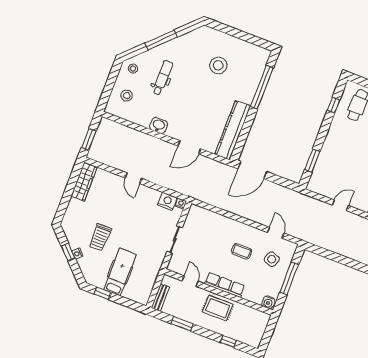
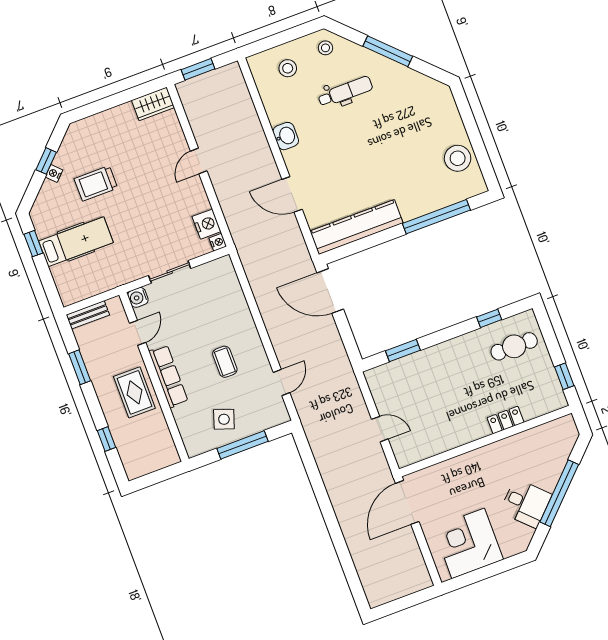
stool: (218, 65) -> (458, 158), moved
wardrobe: (84, 182) -> (153, 104), width x0.67
side table: (272, 259) -> (224, 419), moved
water cooler: (268, 302) -> (138, 297), moved

